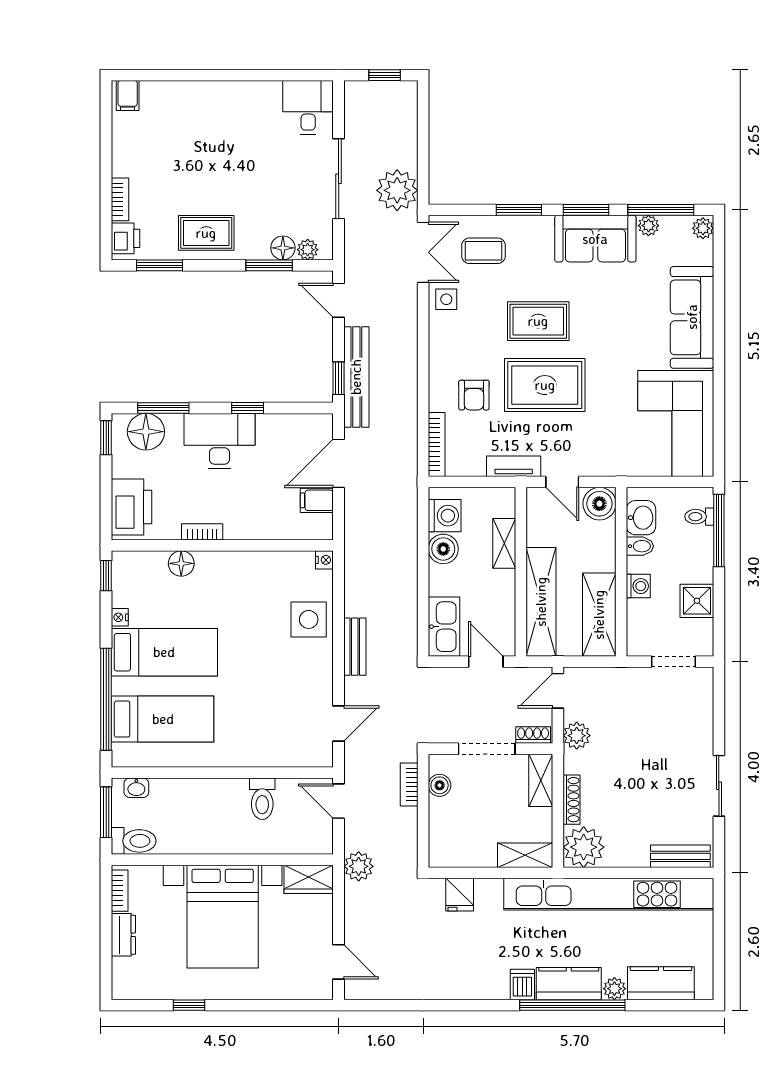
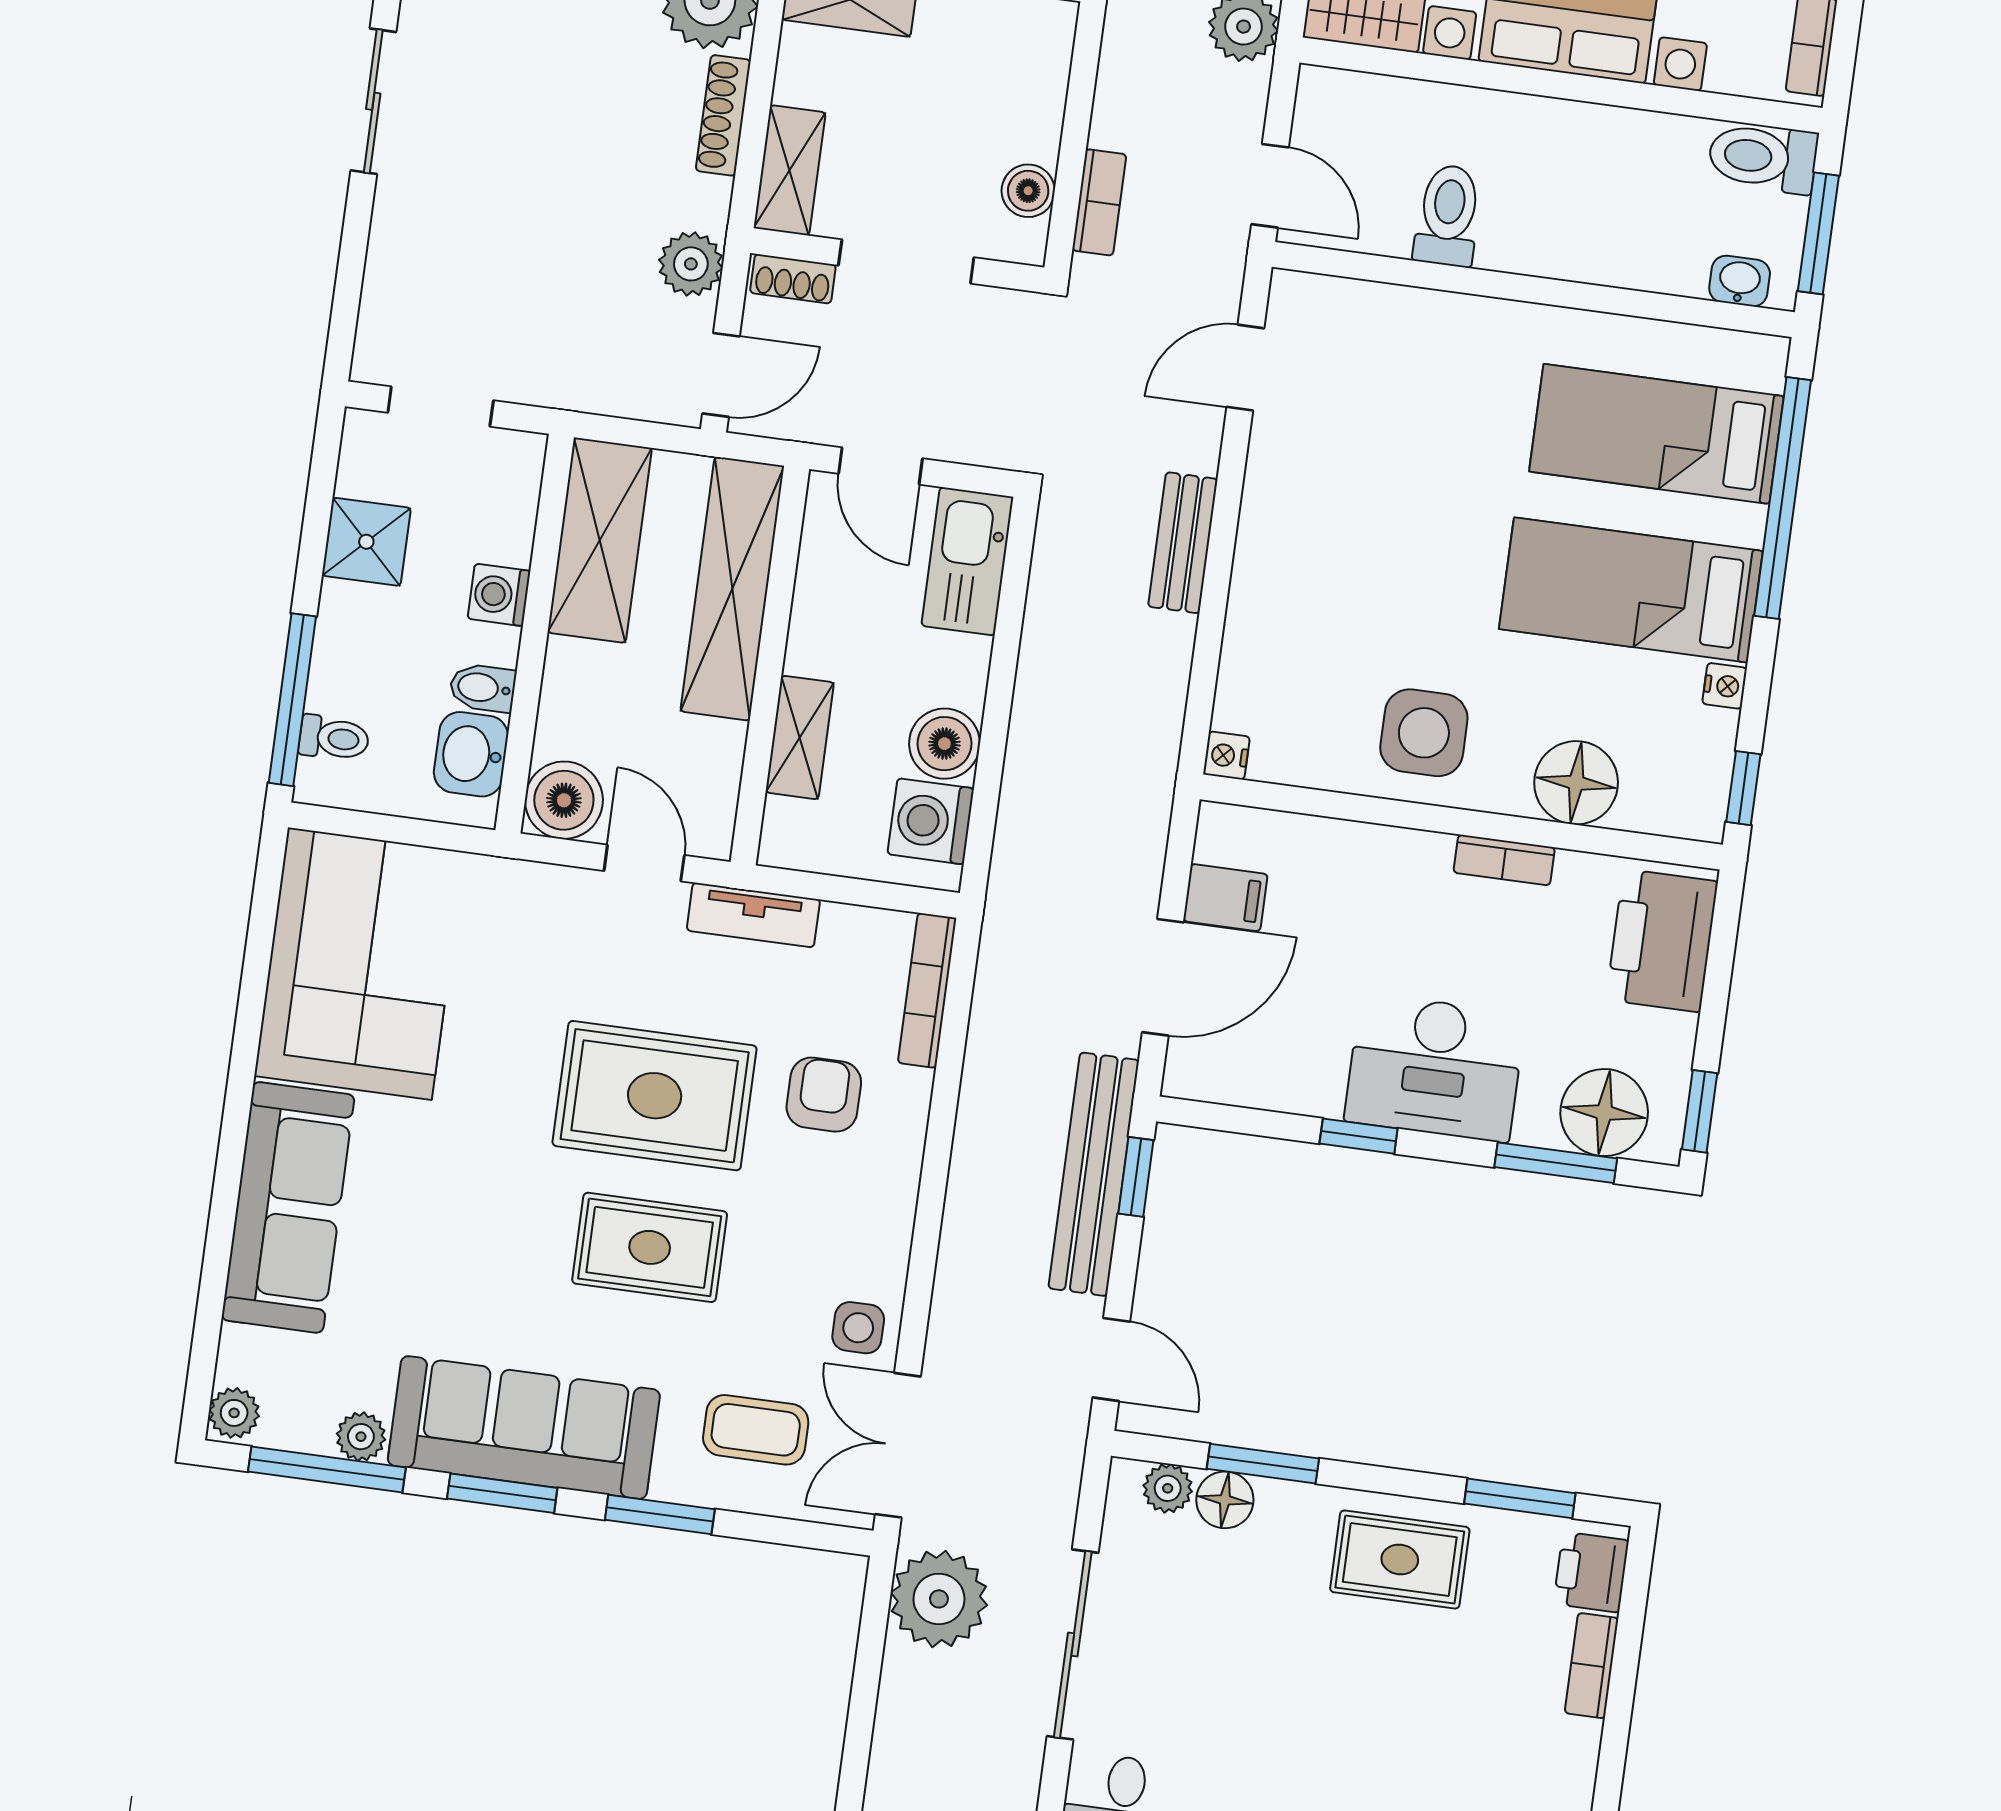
sofa: (595, 239) -> (524, 1428), width x1.36
floor lamp: (181, 563) -> (1576, 783), width x1.38, depth x1.38
side table: (309, 619) -> (1424, 733), moved

